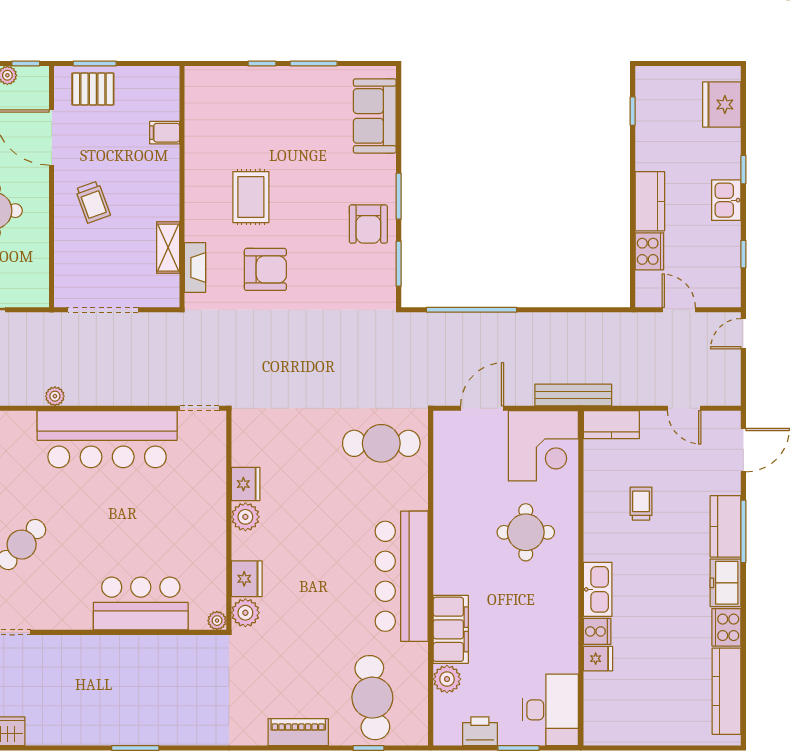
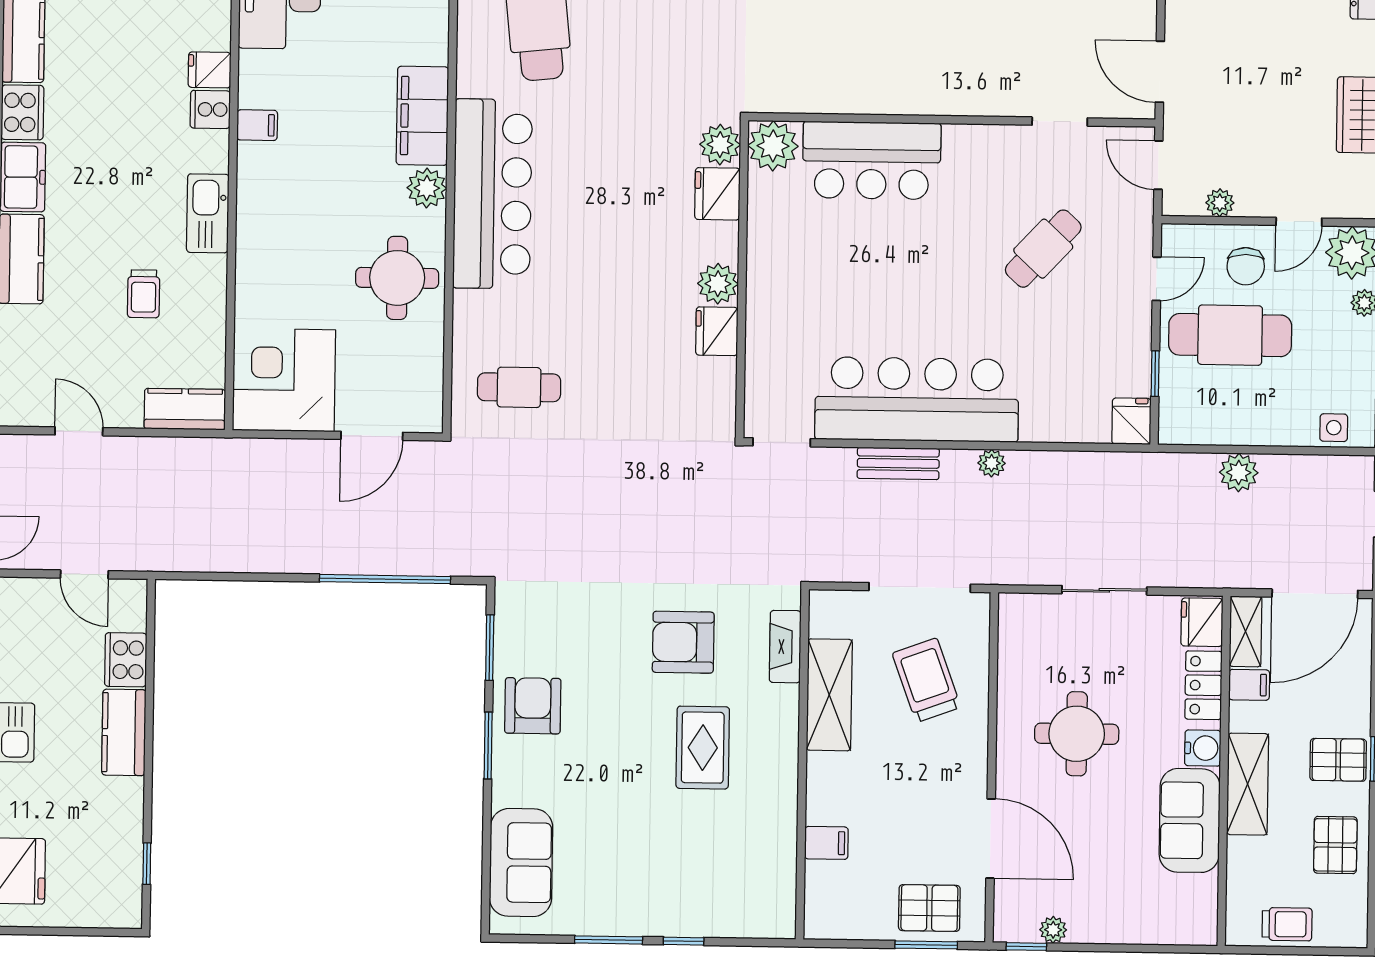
trolley: (93, 202) -> (926, 680), moved, width x1.36, depth x1.39
shelving: (168, 248) -> (829, 695), width x1.50, depth x1.33
bench: (573, 395) -> (898, 463), moved, width x0.73
cafe table: (381, 443) -> (519, 387), width x0.73, depth x0.74
round table: (526, 532) -> (397, 278), moved
kitchen sink: (598, 589) -> (208, 213), moved
plant: (217, 621) -> (773, 146), width x1.87, depth x1.87
filing cabinet: (565, 621) -> (257, 125), added
plant: (447, 679) -> (427, 188), moved

